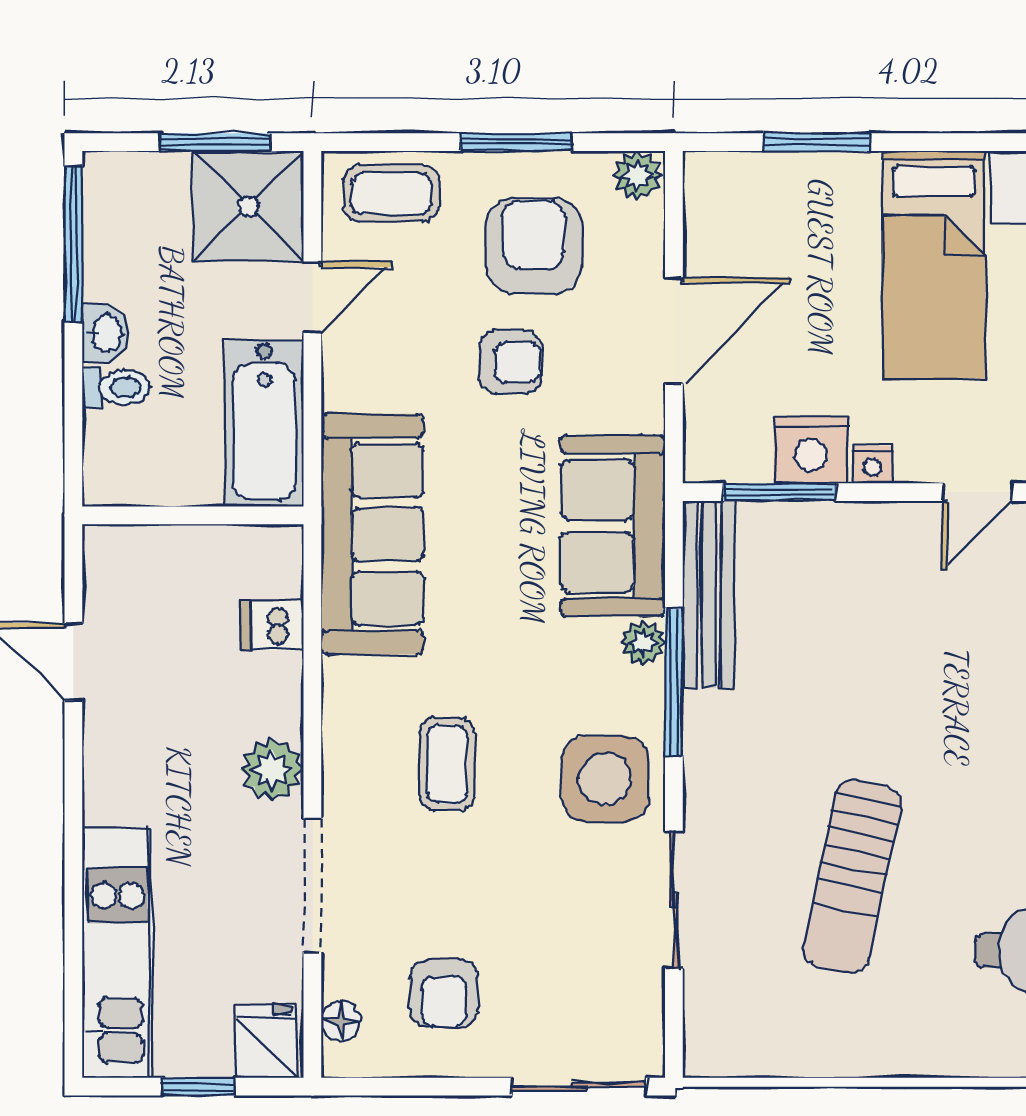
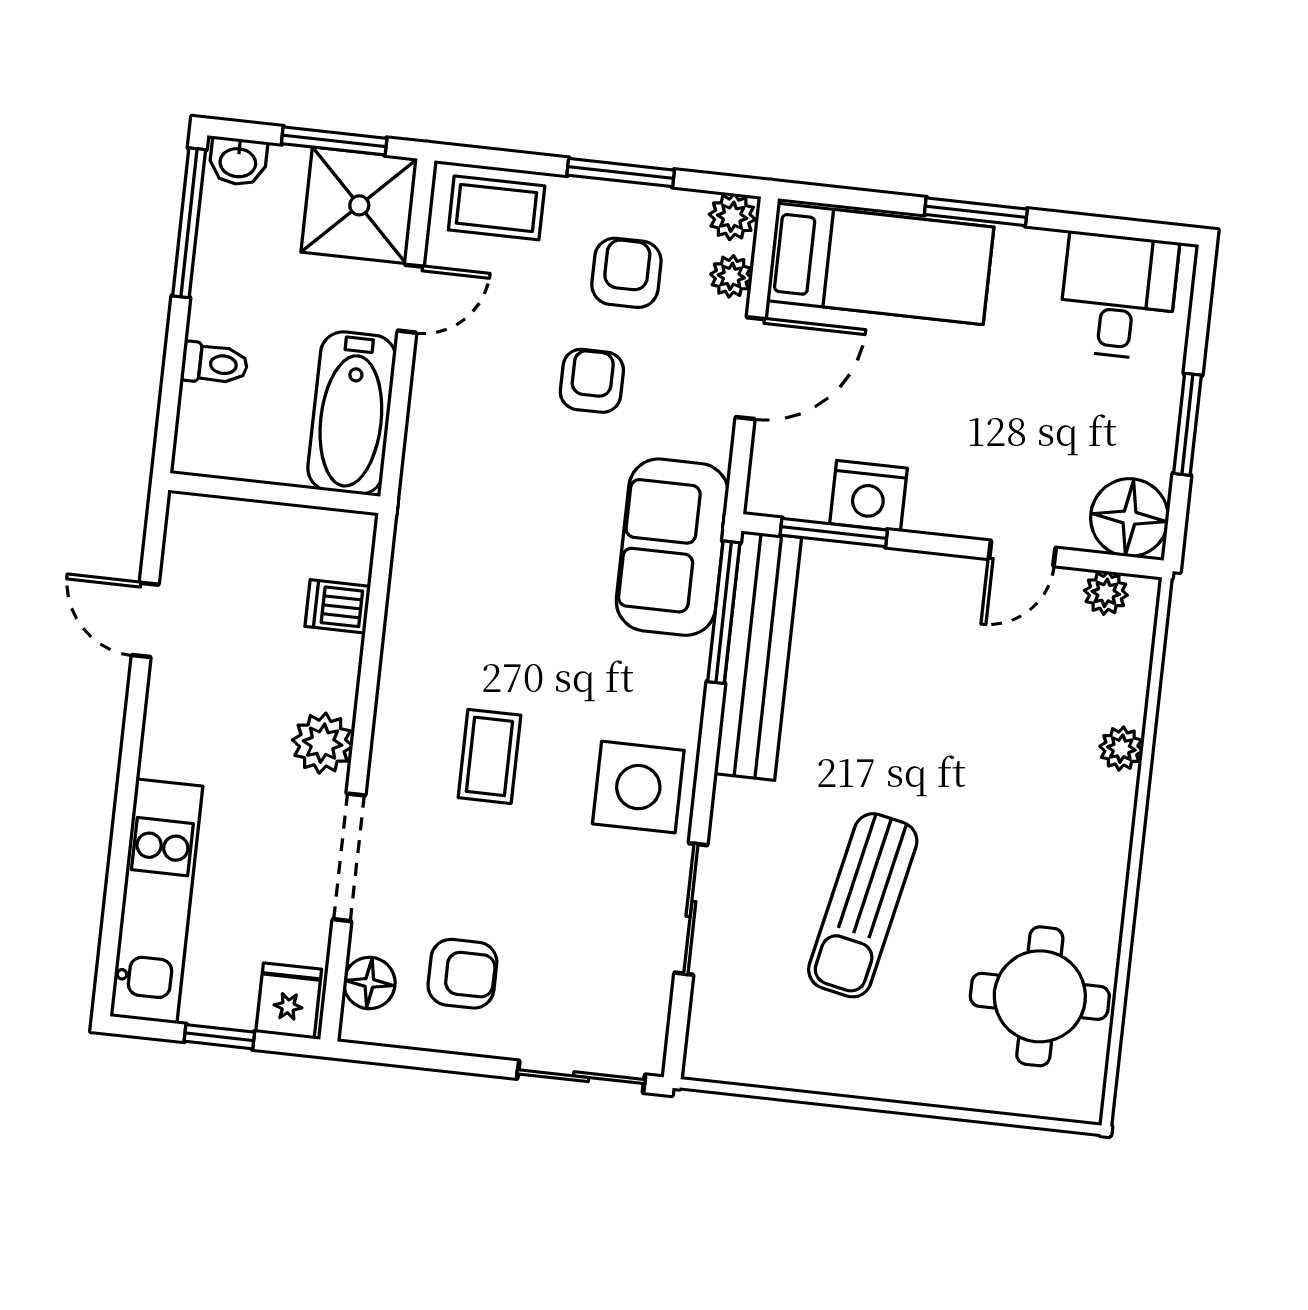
window: (817, 142) -> (976, 212), moved
armchair: (534, 246) -> (626, 273), width x0.72, depth x0.72
bed: (934, 265) -> (880, 264), moved, turned -90
washbasin: (106, 333) -> (238, 161), moved, turned 90
armchair: (510, 362) -> (592, 381), turned -90
nightstand: (873, 465) -> (925, 516), removed
sofa: (372, 534) -> (443, 530), removed
bench: (709, 594) -> (758, 656), width x1.37, depth x1.21
plant: (643, 643) -> (731, 276), moved
window: (674, 682) -> (724, 612), moved
armchair: (444, 993) -> (462, 974), turned -90
floor lamp: (341, 1021) -> (369, 983), width x1.37, depth x1.37

